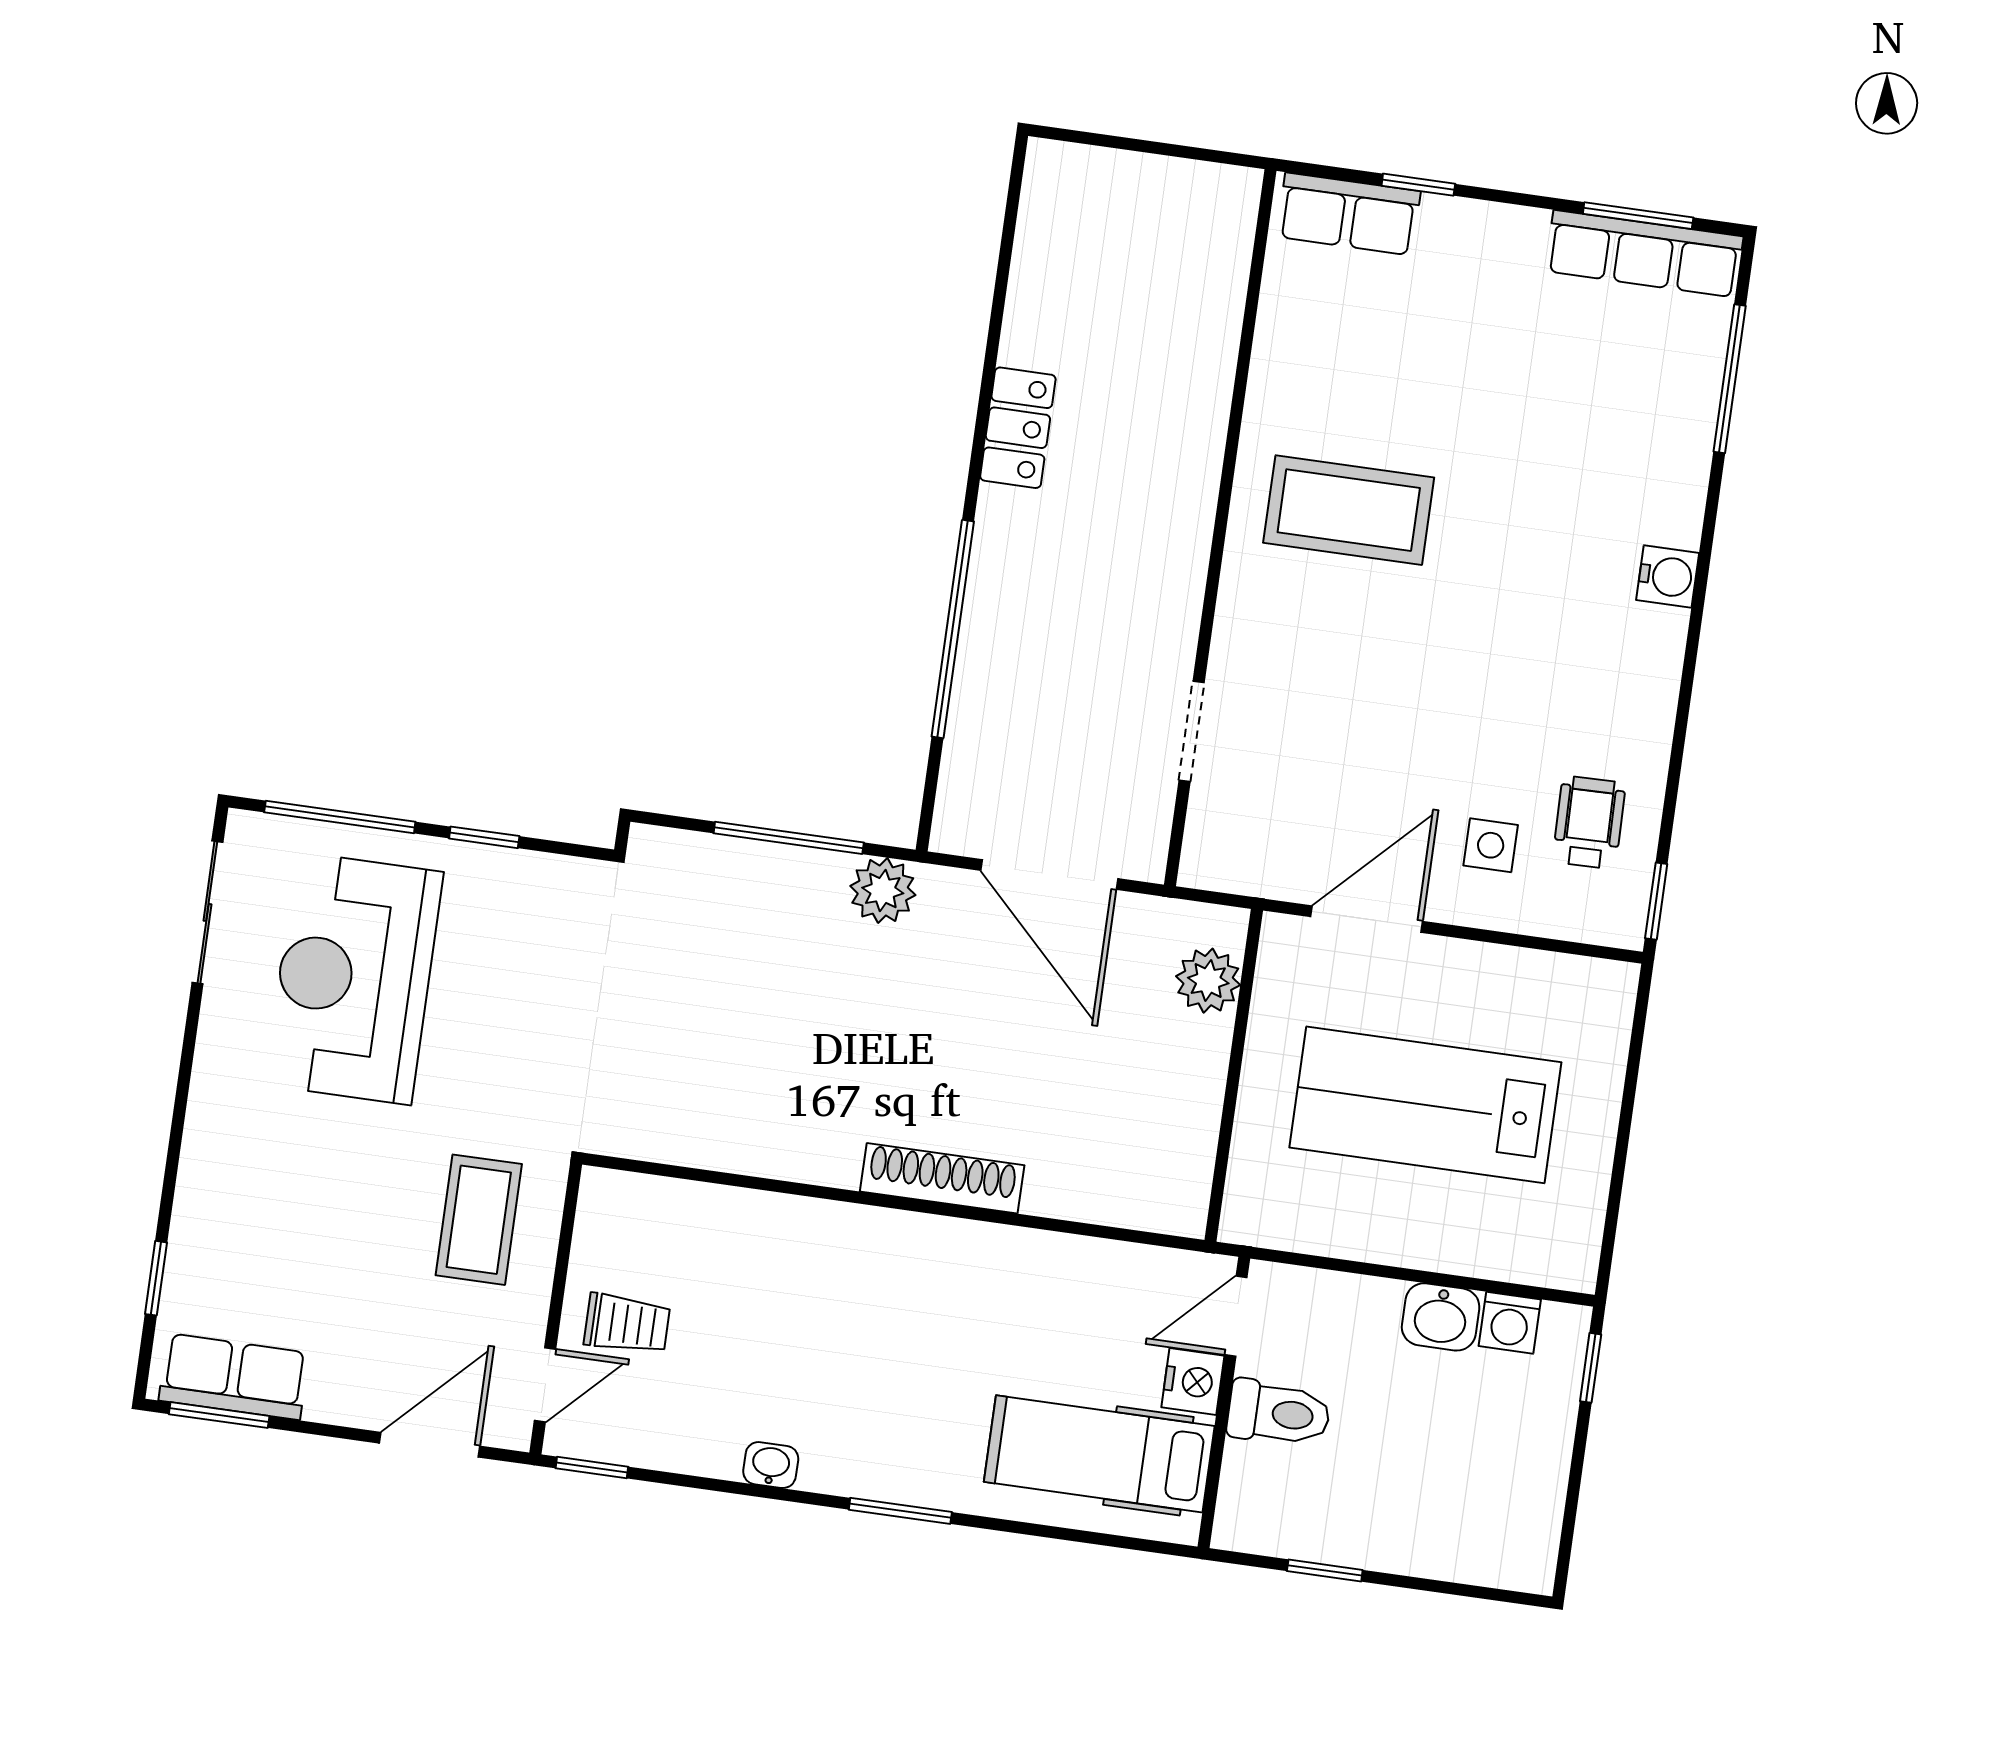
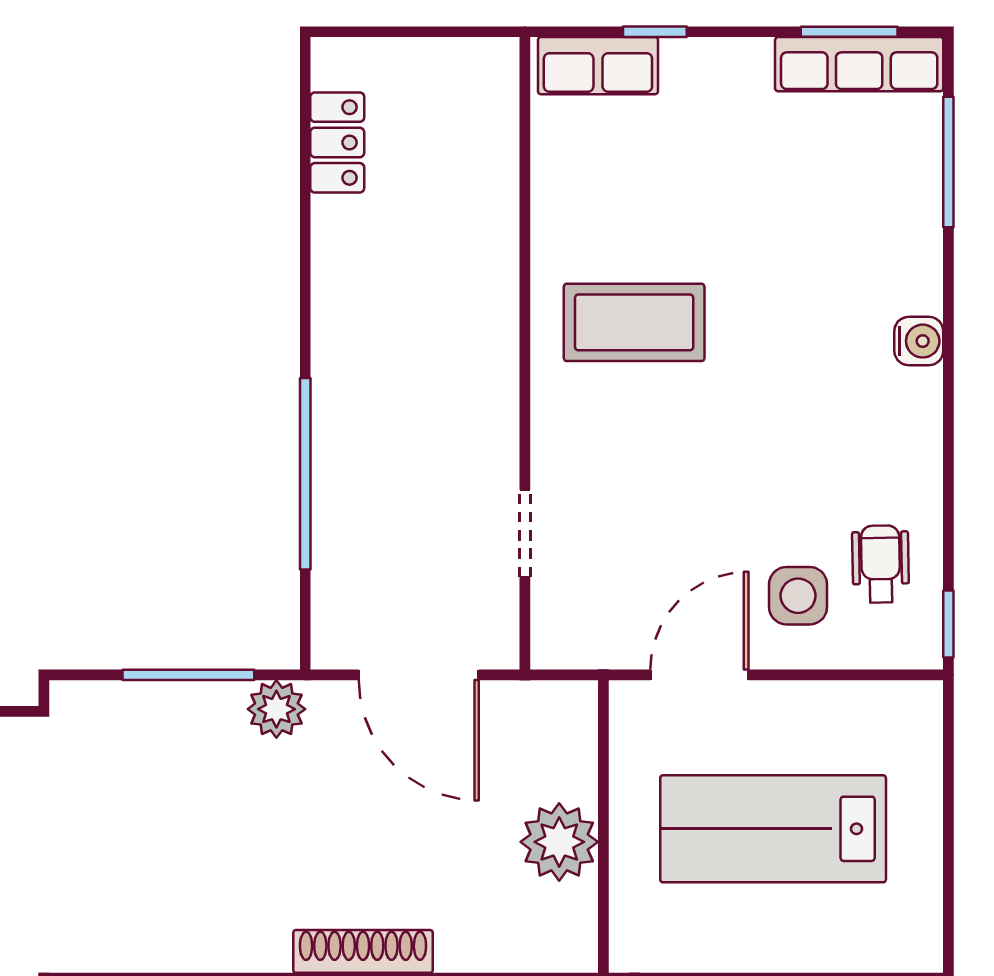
locker: (1018, 428) -> (337, 142), moved
side table: (1491, 845) -> (798, 596), width x1.37, depth x1.37
plant: (1208, 981) -> (559, 842), moved, width x1.36, depth x1.36

